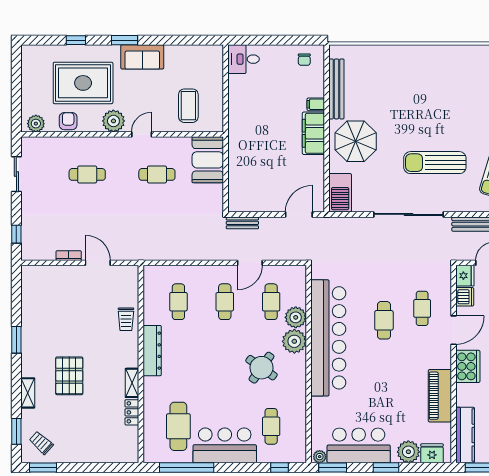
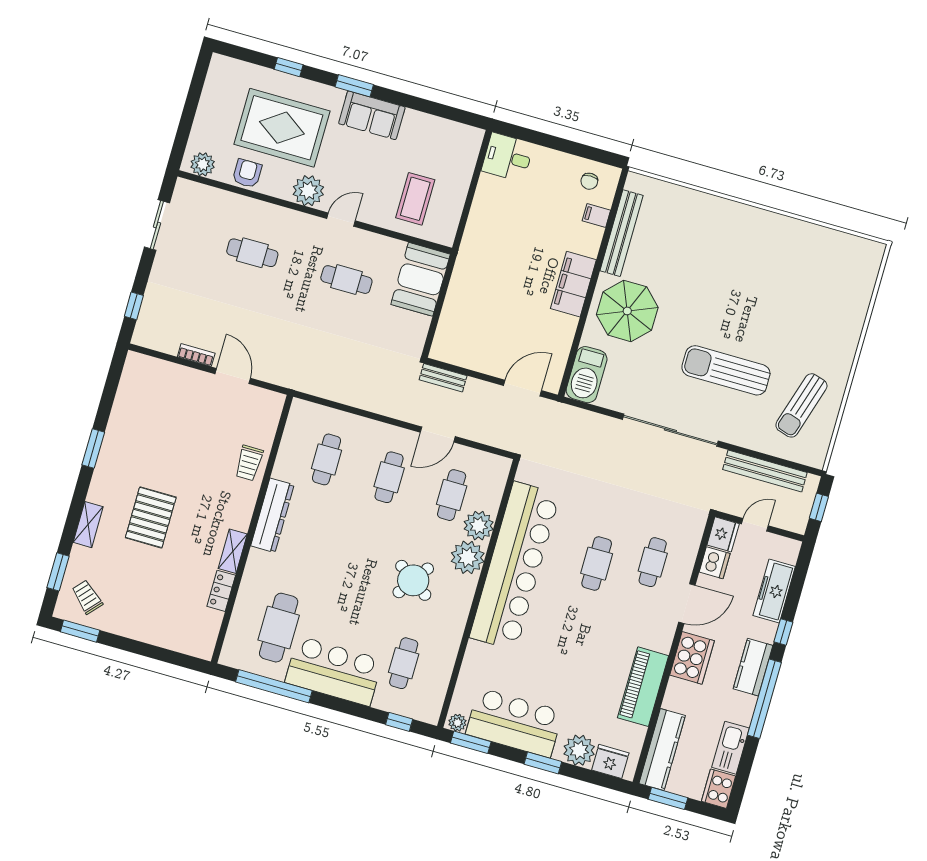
filing cabinet: (316, 104) -> (596, 216), moved

